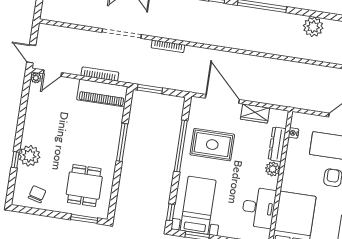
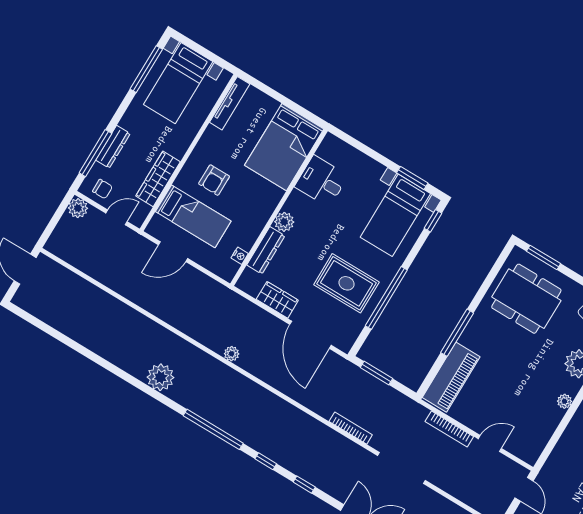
plant: (271, 63) -> (232, 354), added
door: (52, 73) -> (490, 444), moved
plant: (36, 78) -> (564, 401), moved
window: (150, 89) -> (376, 373), moved
piano: (102, 93) -> (451, 377), moved, turned 90
dining table: (84, 186) -> (526, 299), width x1.38
desk: (259, 208) -> (321, 181), width x0.73

